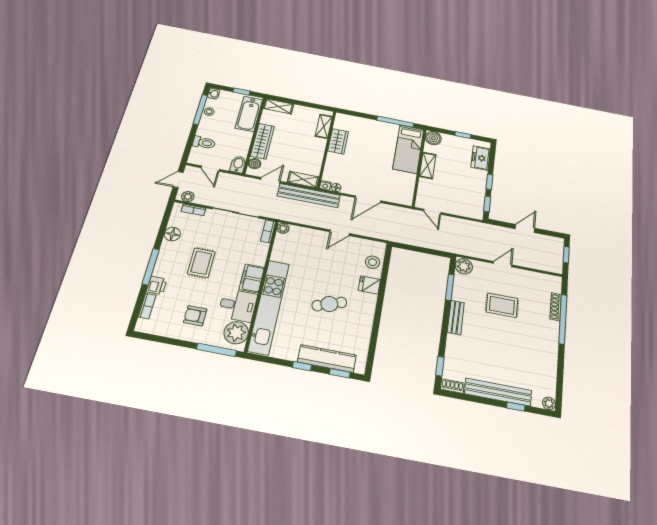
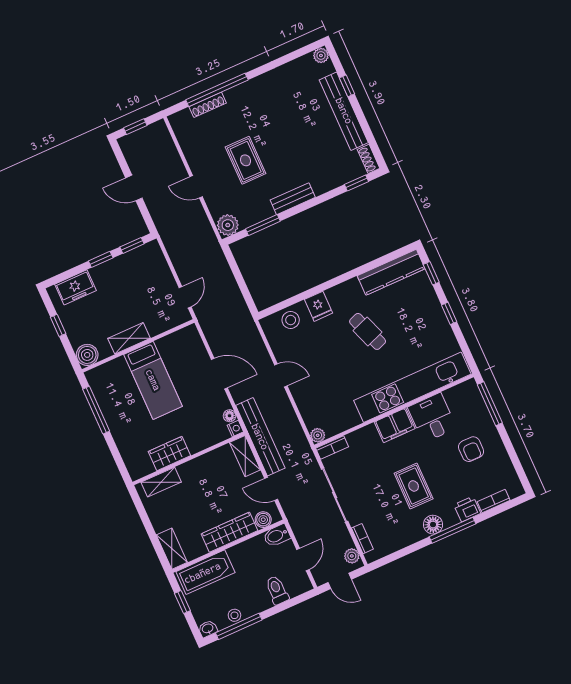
bed: (408, 149) -> (153, 380), moved, turned 90
floor lamp: (172, 234) -> (433, 525), moved
rug: (201, 263) -> (414, 486), turned 90
plant: (236, 333) -> (460, 398), removed
kitchen counter: (327, 359) -> (391, 272), moved, turned -90

